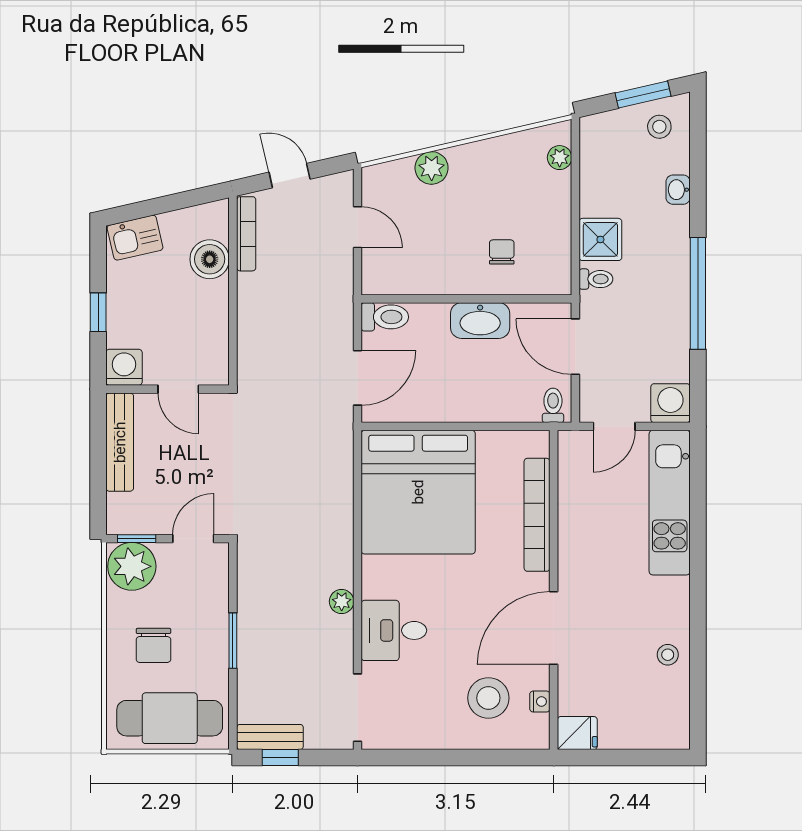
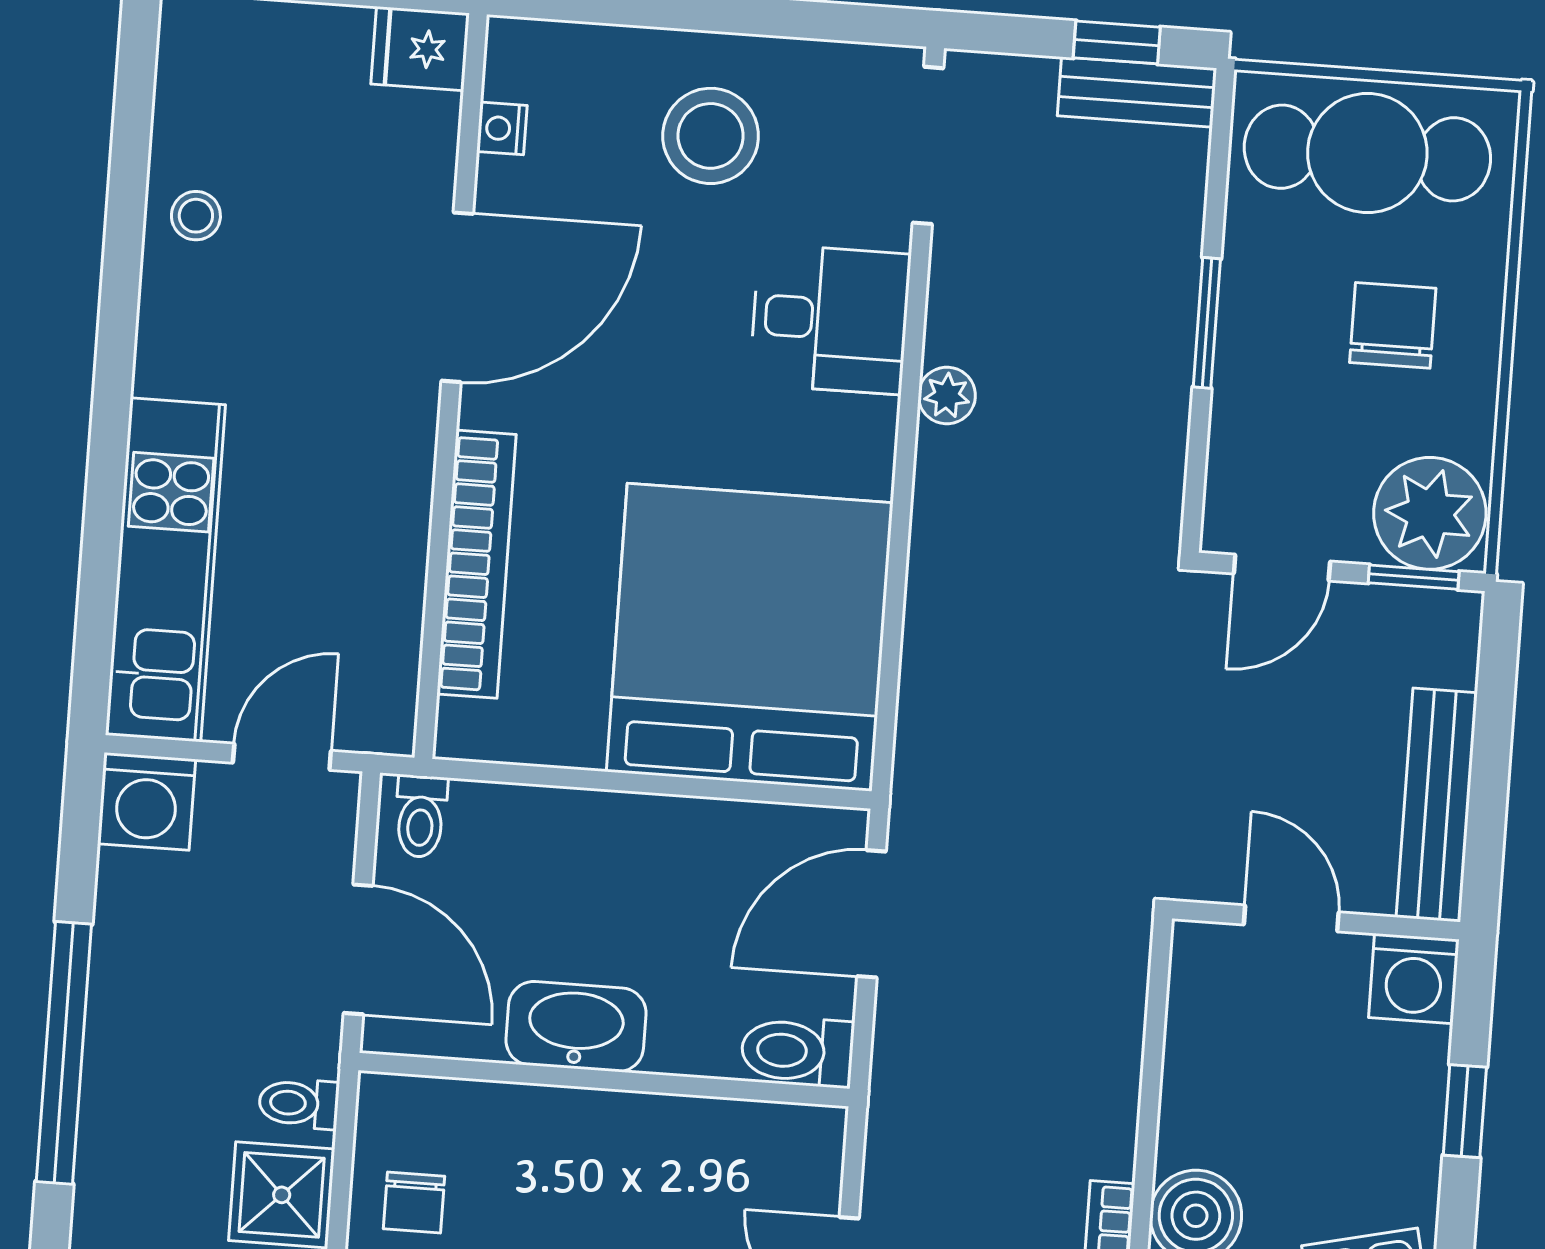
chair: (502, 252) -> (414, 1202), moved
stool: (488, 698) -> (711, 136), moved

